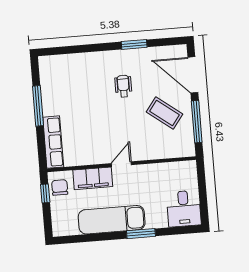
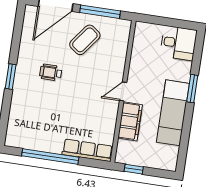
window: (134, 44) -> (11, 77), moved
window: (38, 106) -> (50, 157), width x1.46
door: (121, 164) -> (123, 91), hinge flipped
chair: (60, 187) -> (131, 154), removed

